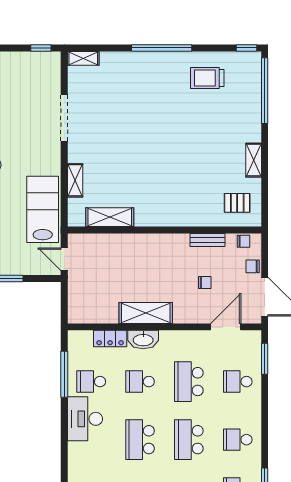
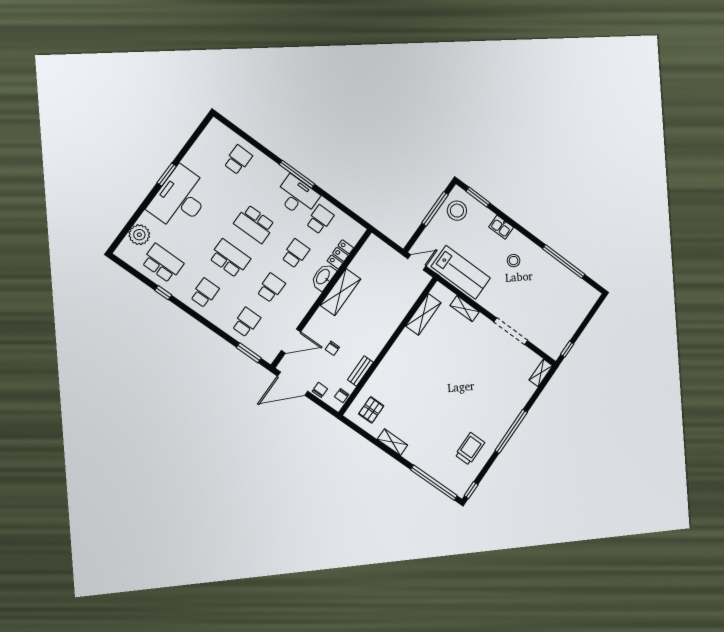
door: (226, 327) -> (291, 341), hinge flipped
window: (64, 374) -> (297, 174), moved
school desk: (189, 382) -> (271, 288), width x0.54
school desk: (140, 440) -> (255, 224), turned 180

